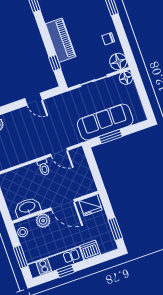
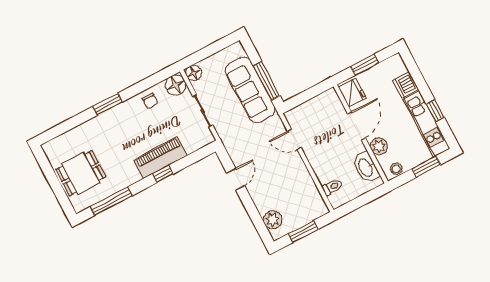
window: (55, 63) -> (163, 174), moved
window: (111, 137) -> (267, 81), width x1.44
door: (59, 152) -> (294, 139), swing flipped
toilet: (44, 167) -> (332, 187), moved
window: (115, 229) -> (365, 65), moved

